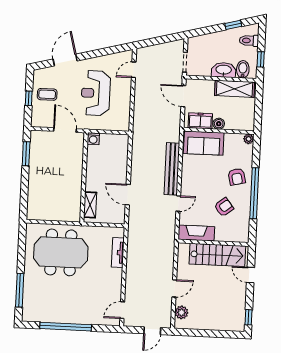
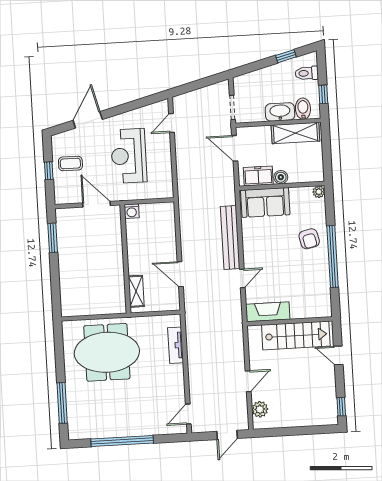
armchair: (224, 207) -> (298, 277), removed

